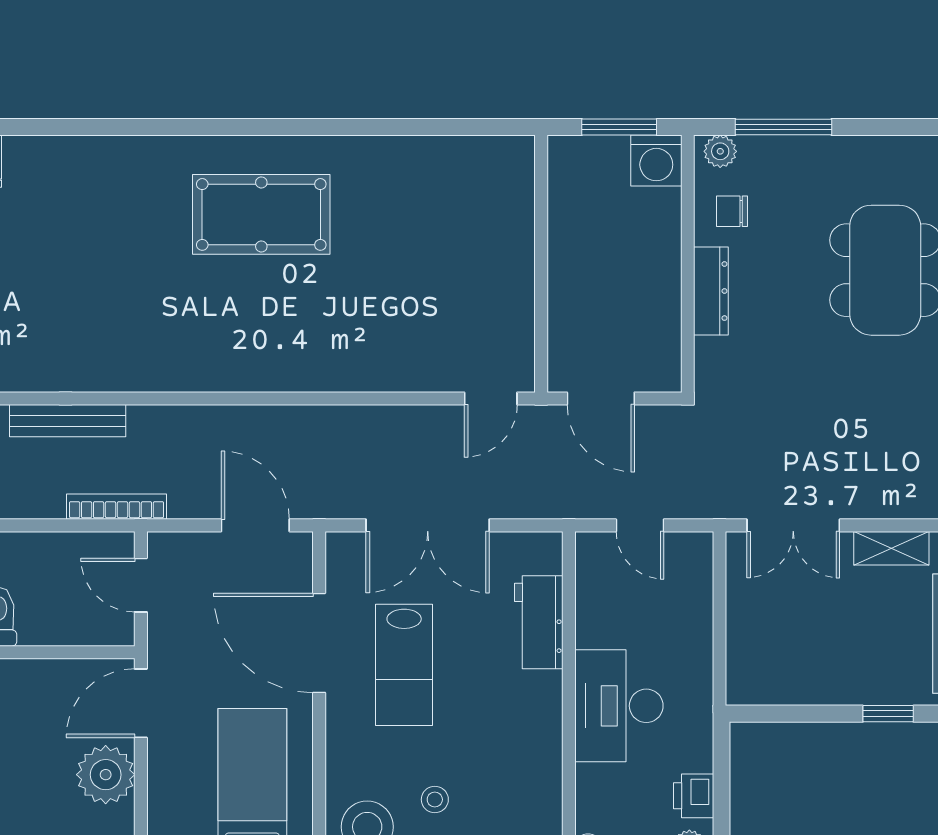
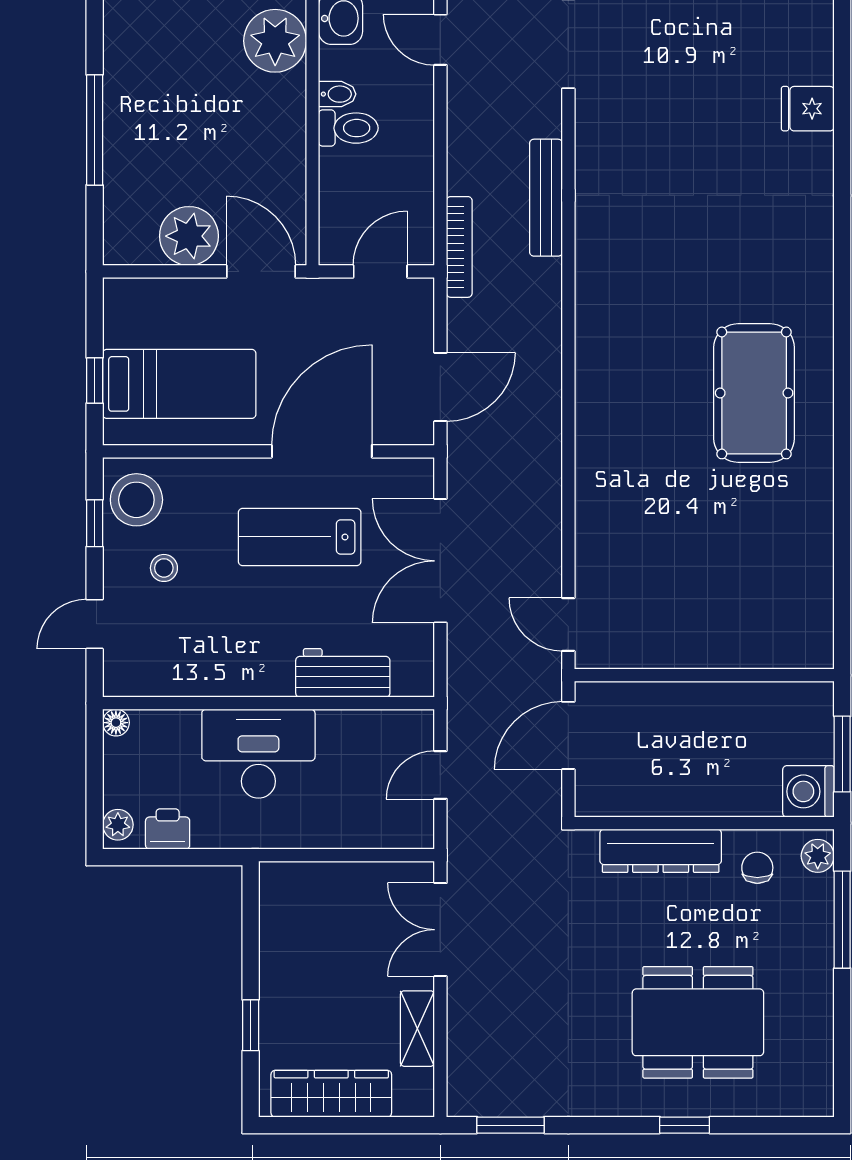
dresser: (711, 291) -> (661, 851), width x1.37, depth x1.24

